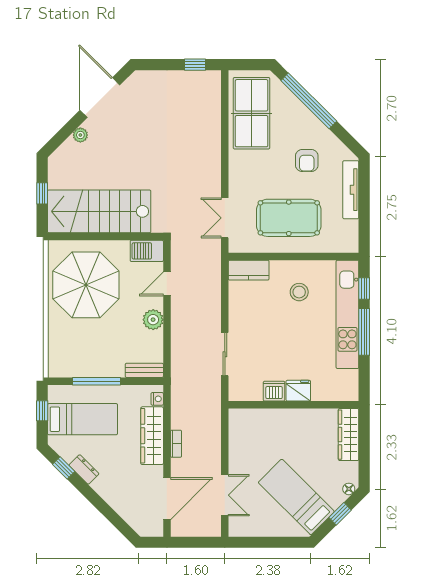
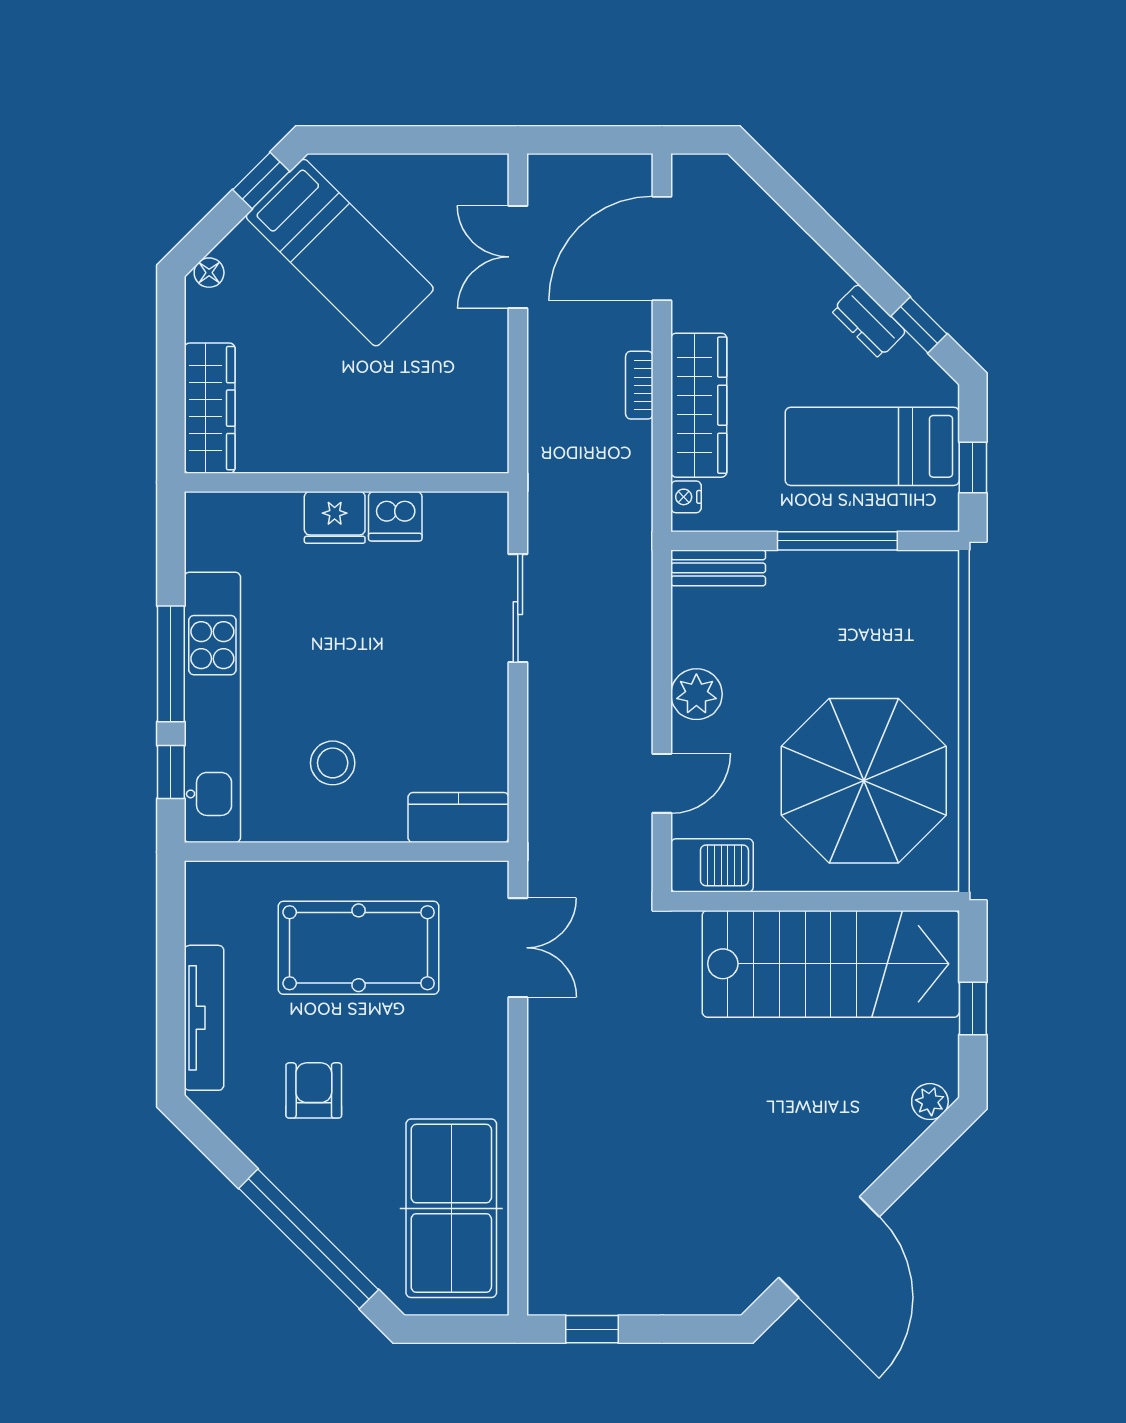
plant: (80, 135) -> (930, 1102), moved
window: (340, 514) -> (261, 181), moved

